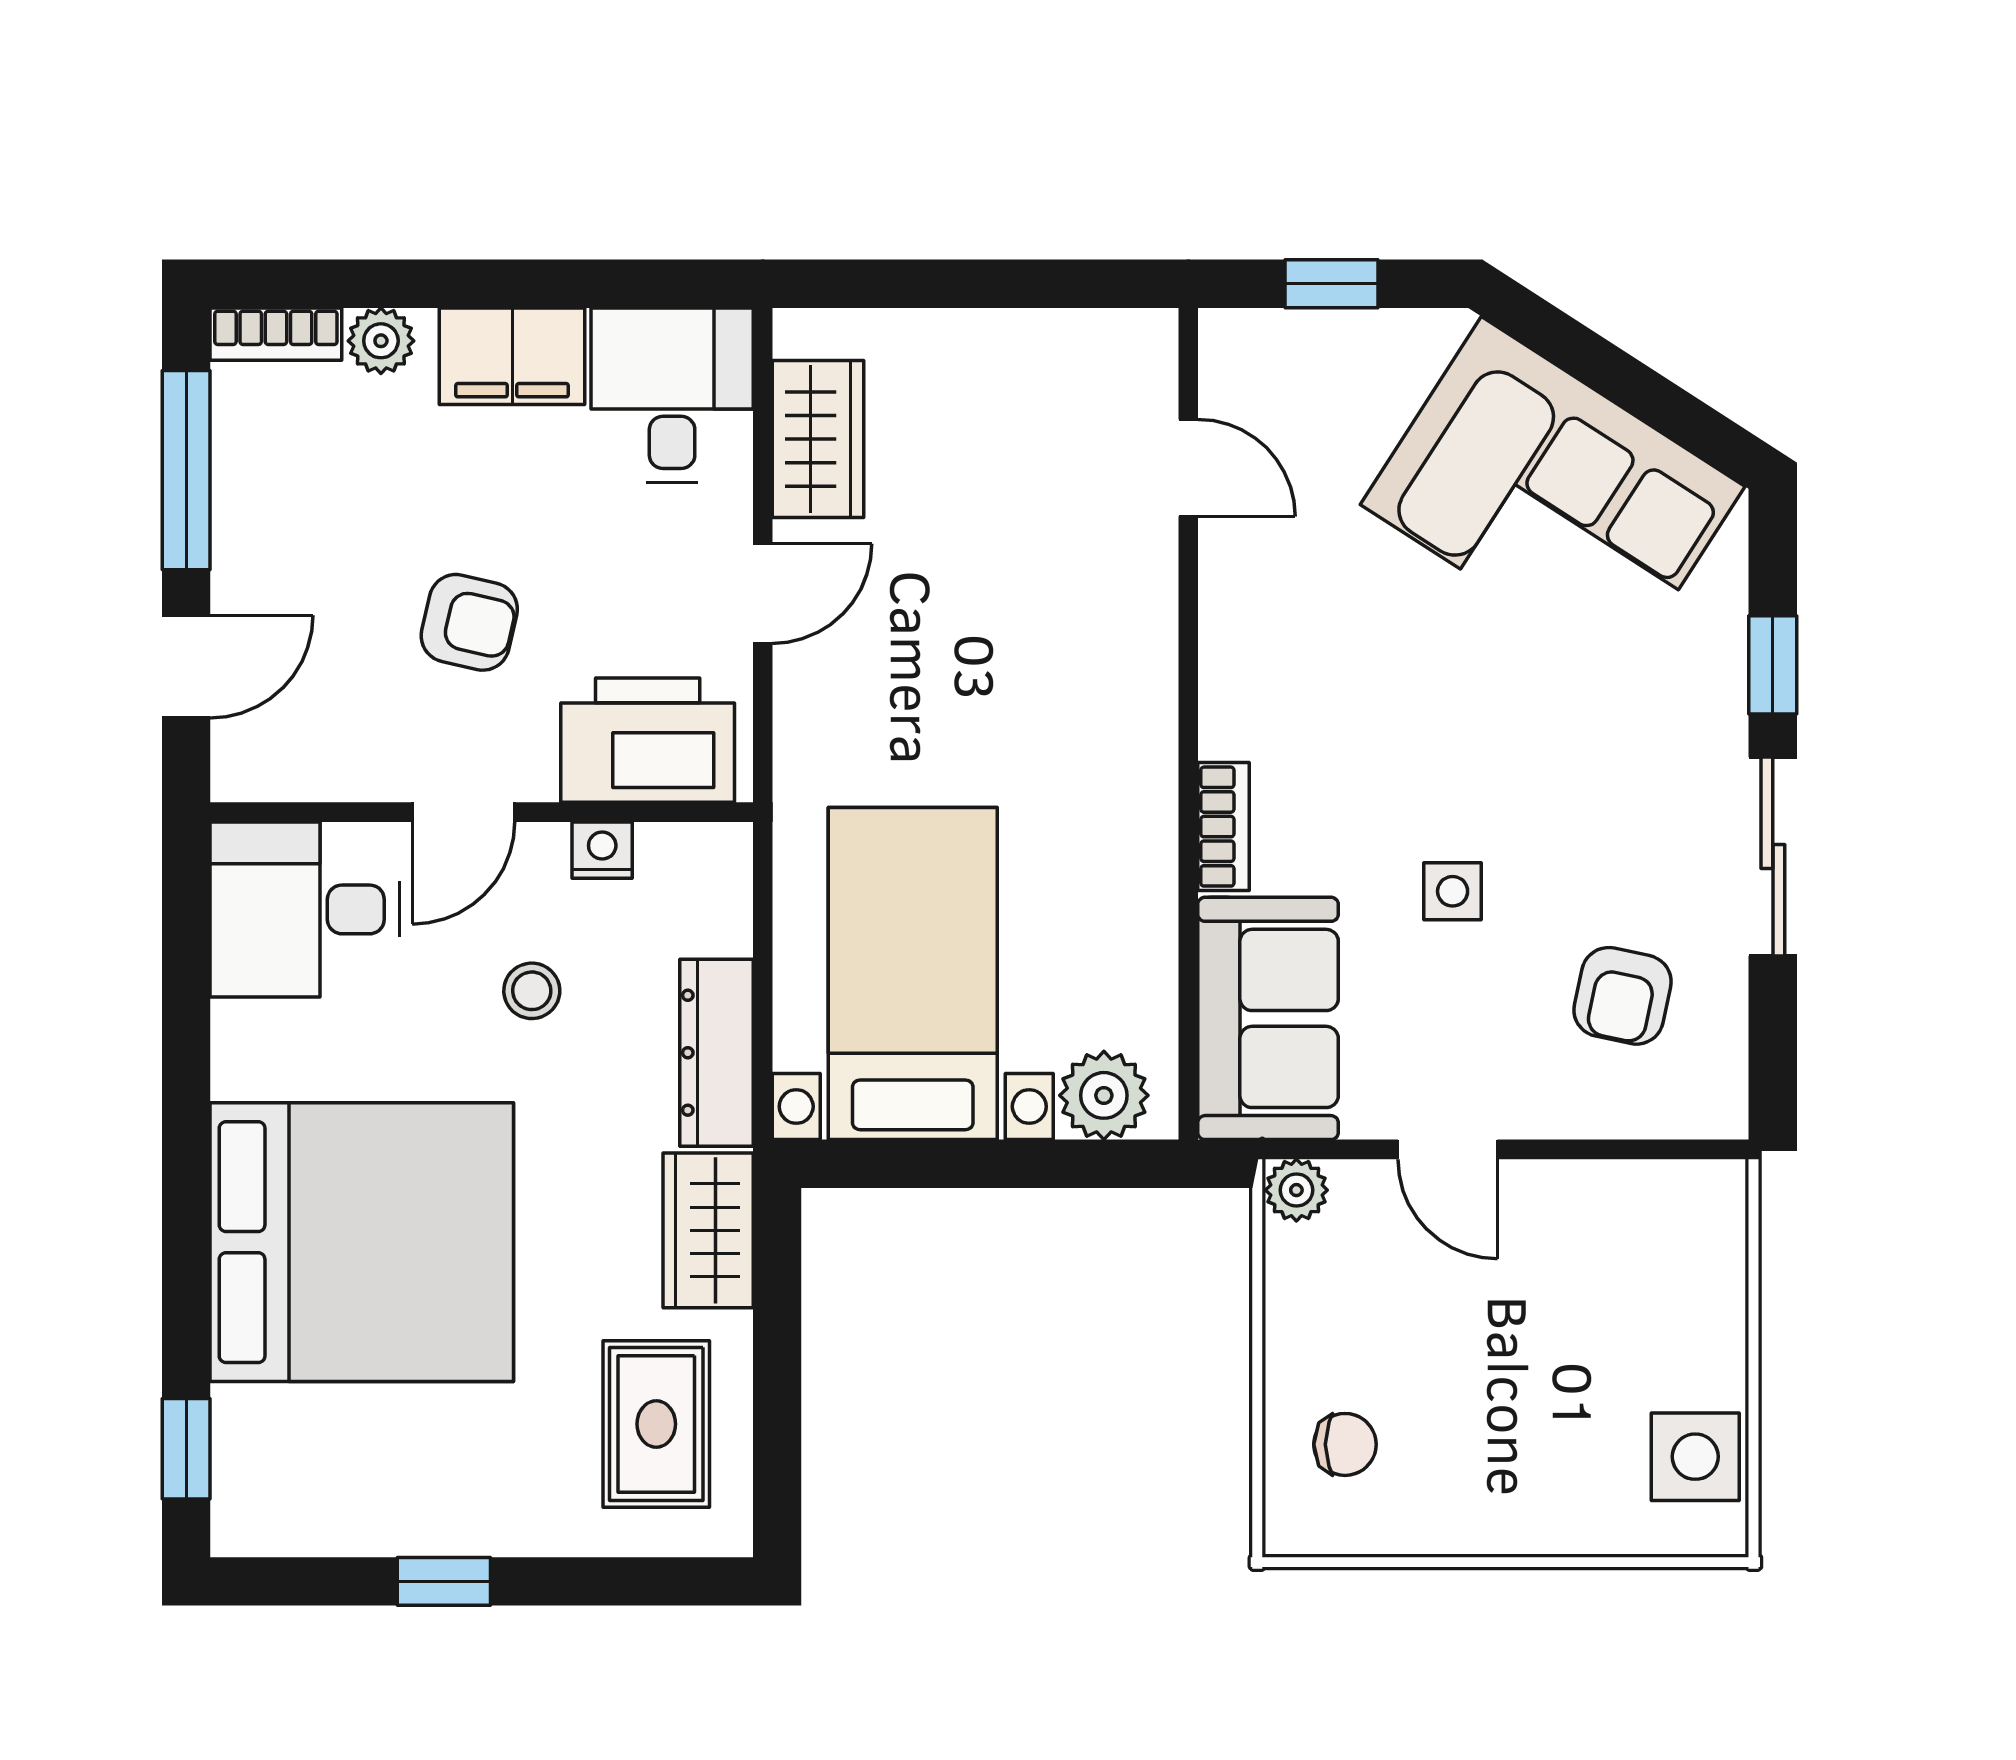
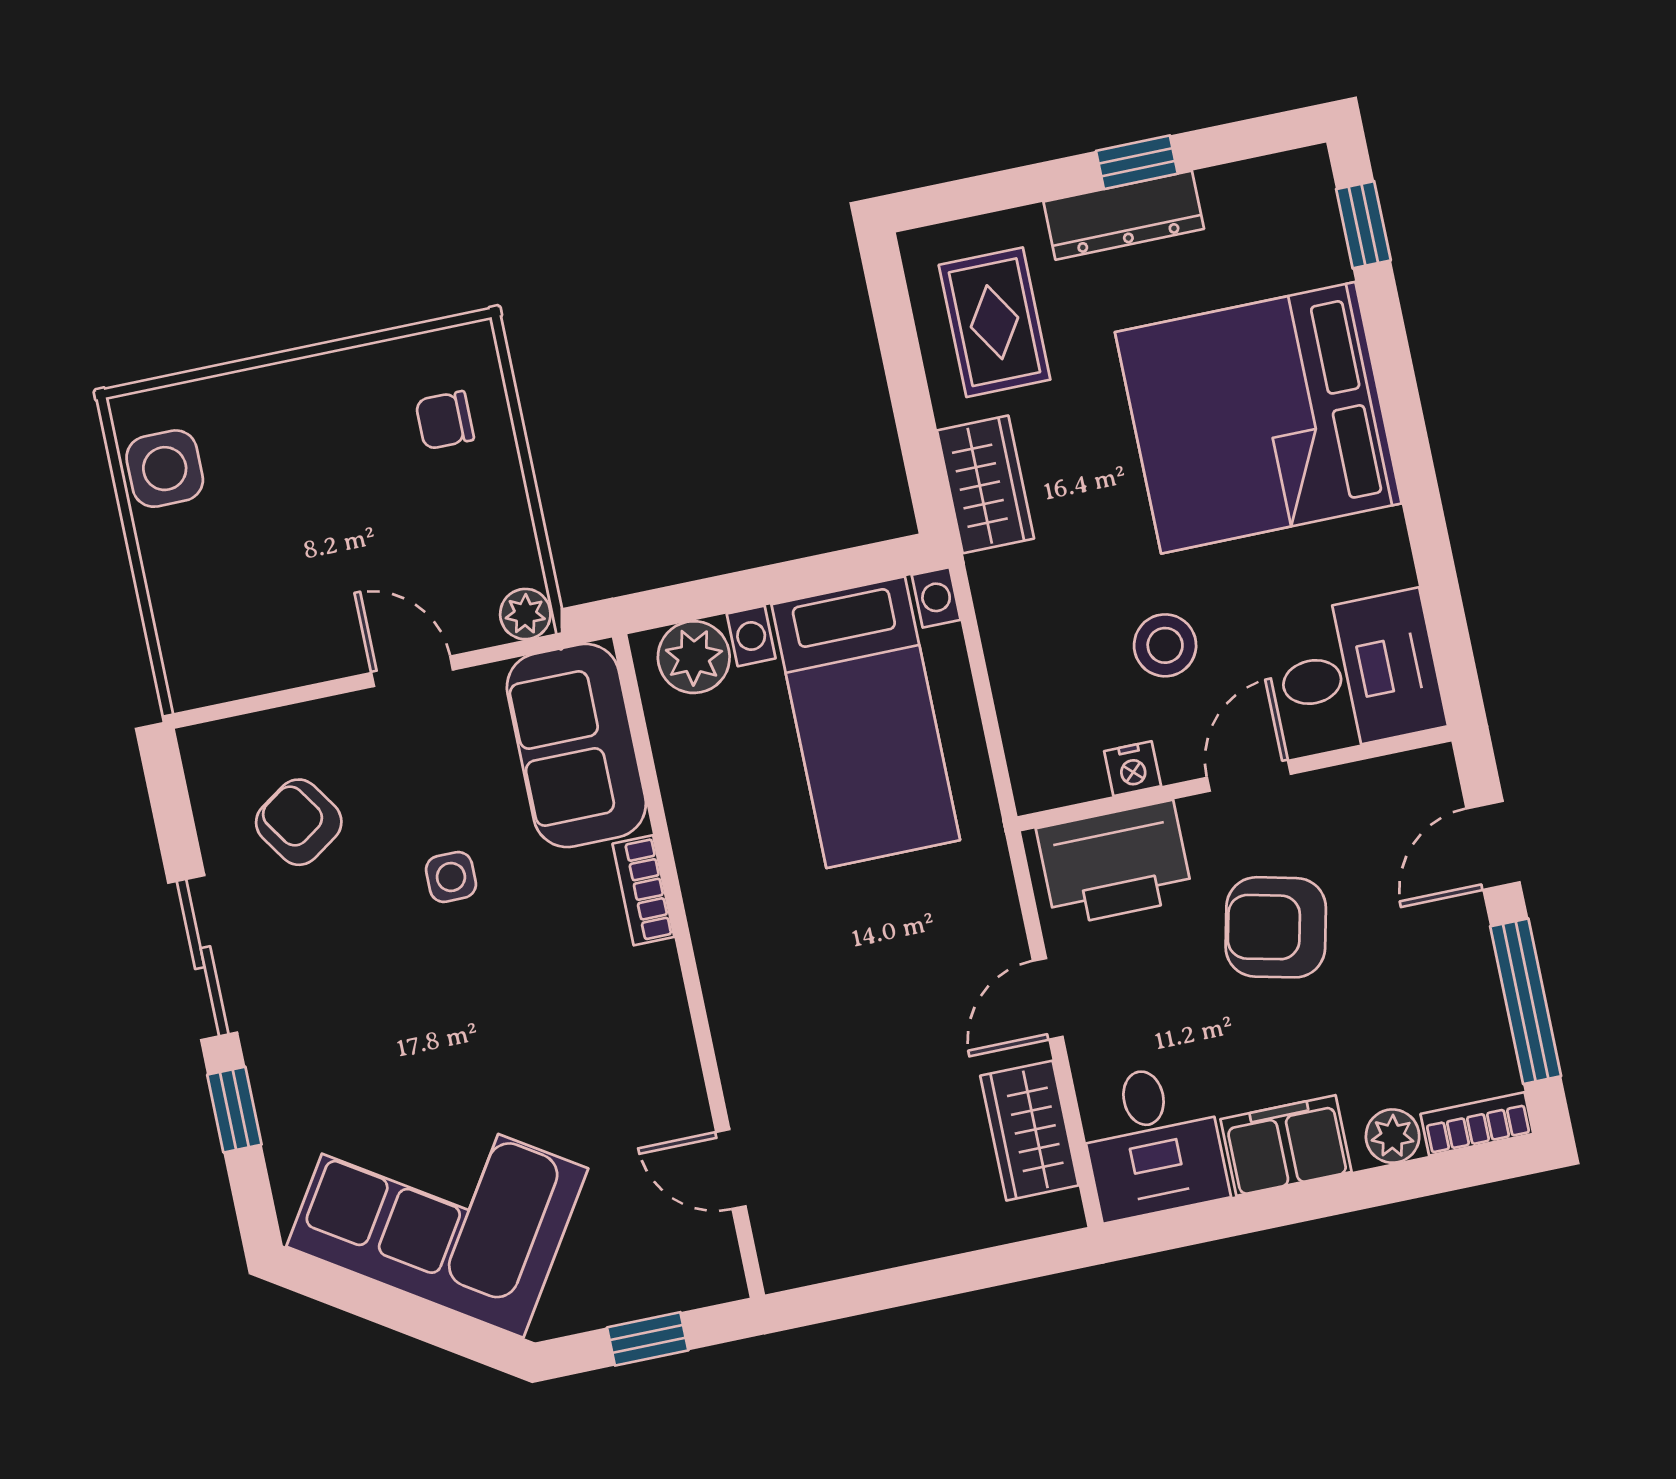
armchair: (469, 622) -> (1276, 927), width x1.38, depth x1.38
stool: (532, 991) -> (1165, 645), width x1.37, depth x1.37
armchair: (1623, 996) -> (299, 822), turned -46
dresser: (716, 1053) -> (1124, 215), moved, turned 90

